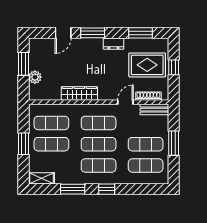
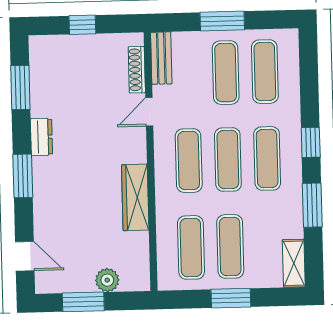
door: (63, 33) -> (25, 256), moved
rug: (147, 65) -> (79, 74), removed
door: (125, 102) -> (149, 112), hinge flipped

